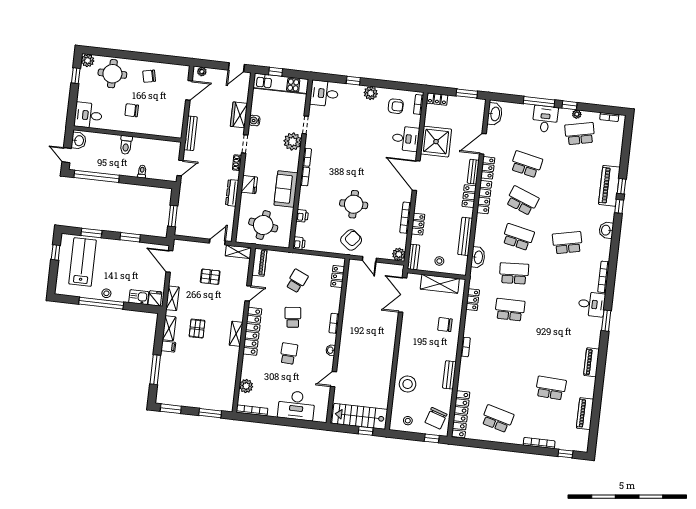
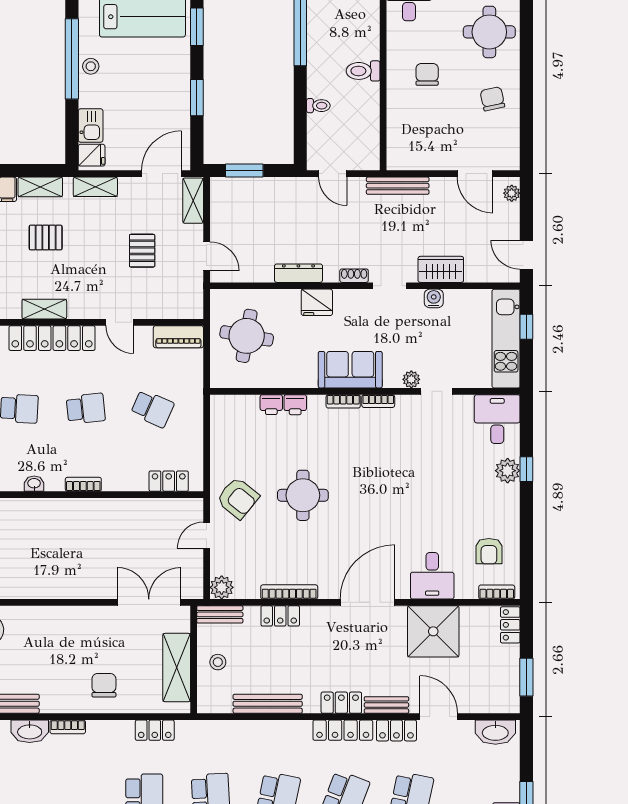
plant: (371, 93) -> (508, 471), moved
plant: (293, 142) -> (411, 379), width x0.53, depth x0.53
sofa: (286, 189) -> (350, 370), moved
printer: (299, 243) -> (295, 405), moved
shelving: (238, 252) -> (193, 201), moved
washbasin: (478, 257) -> (30, 731), moved

